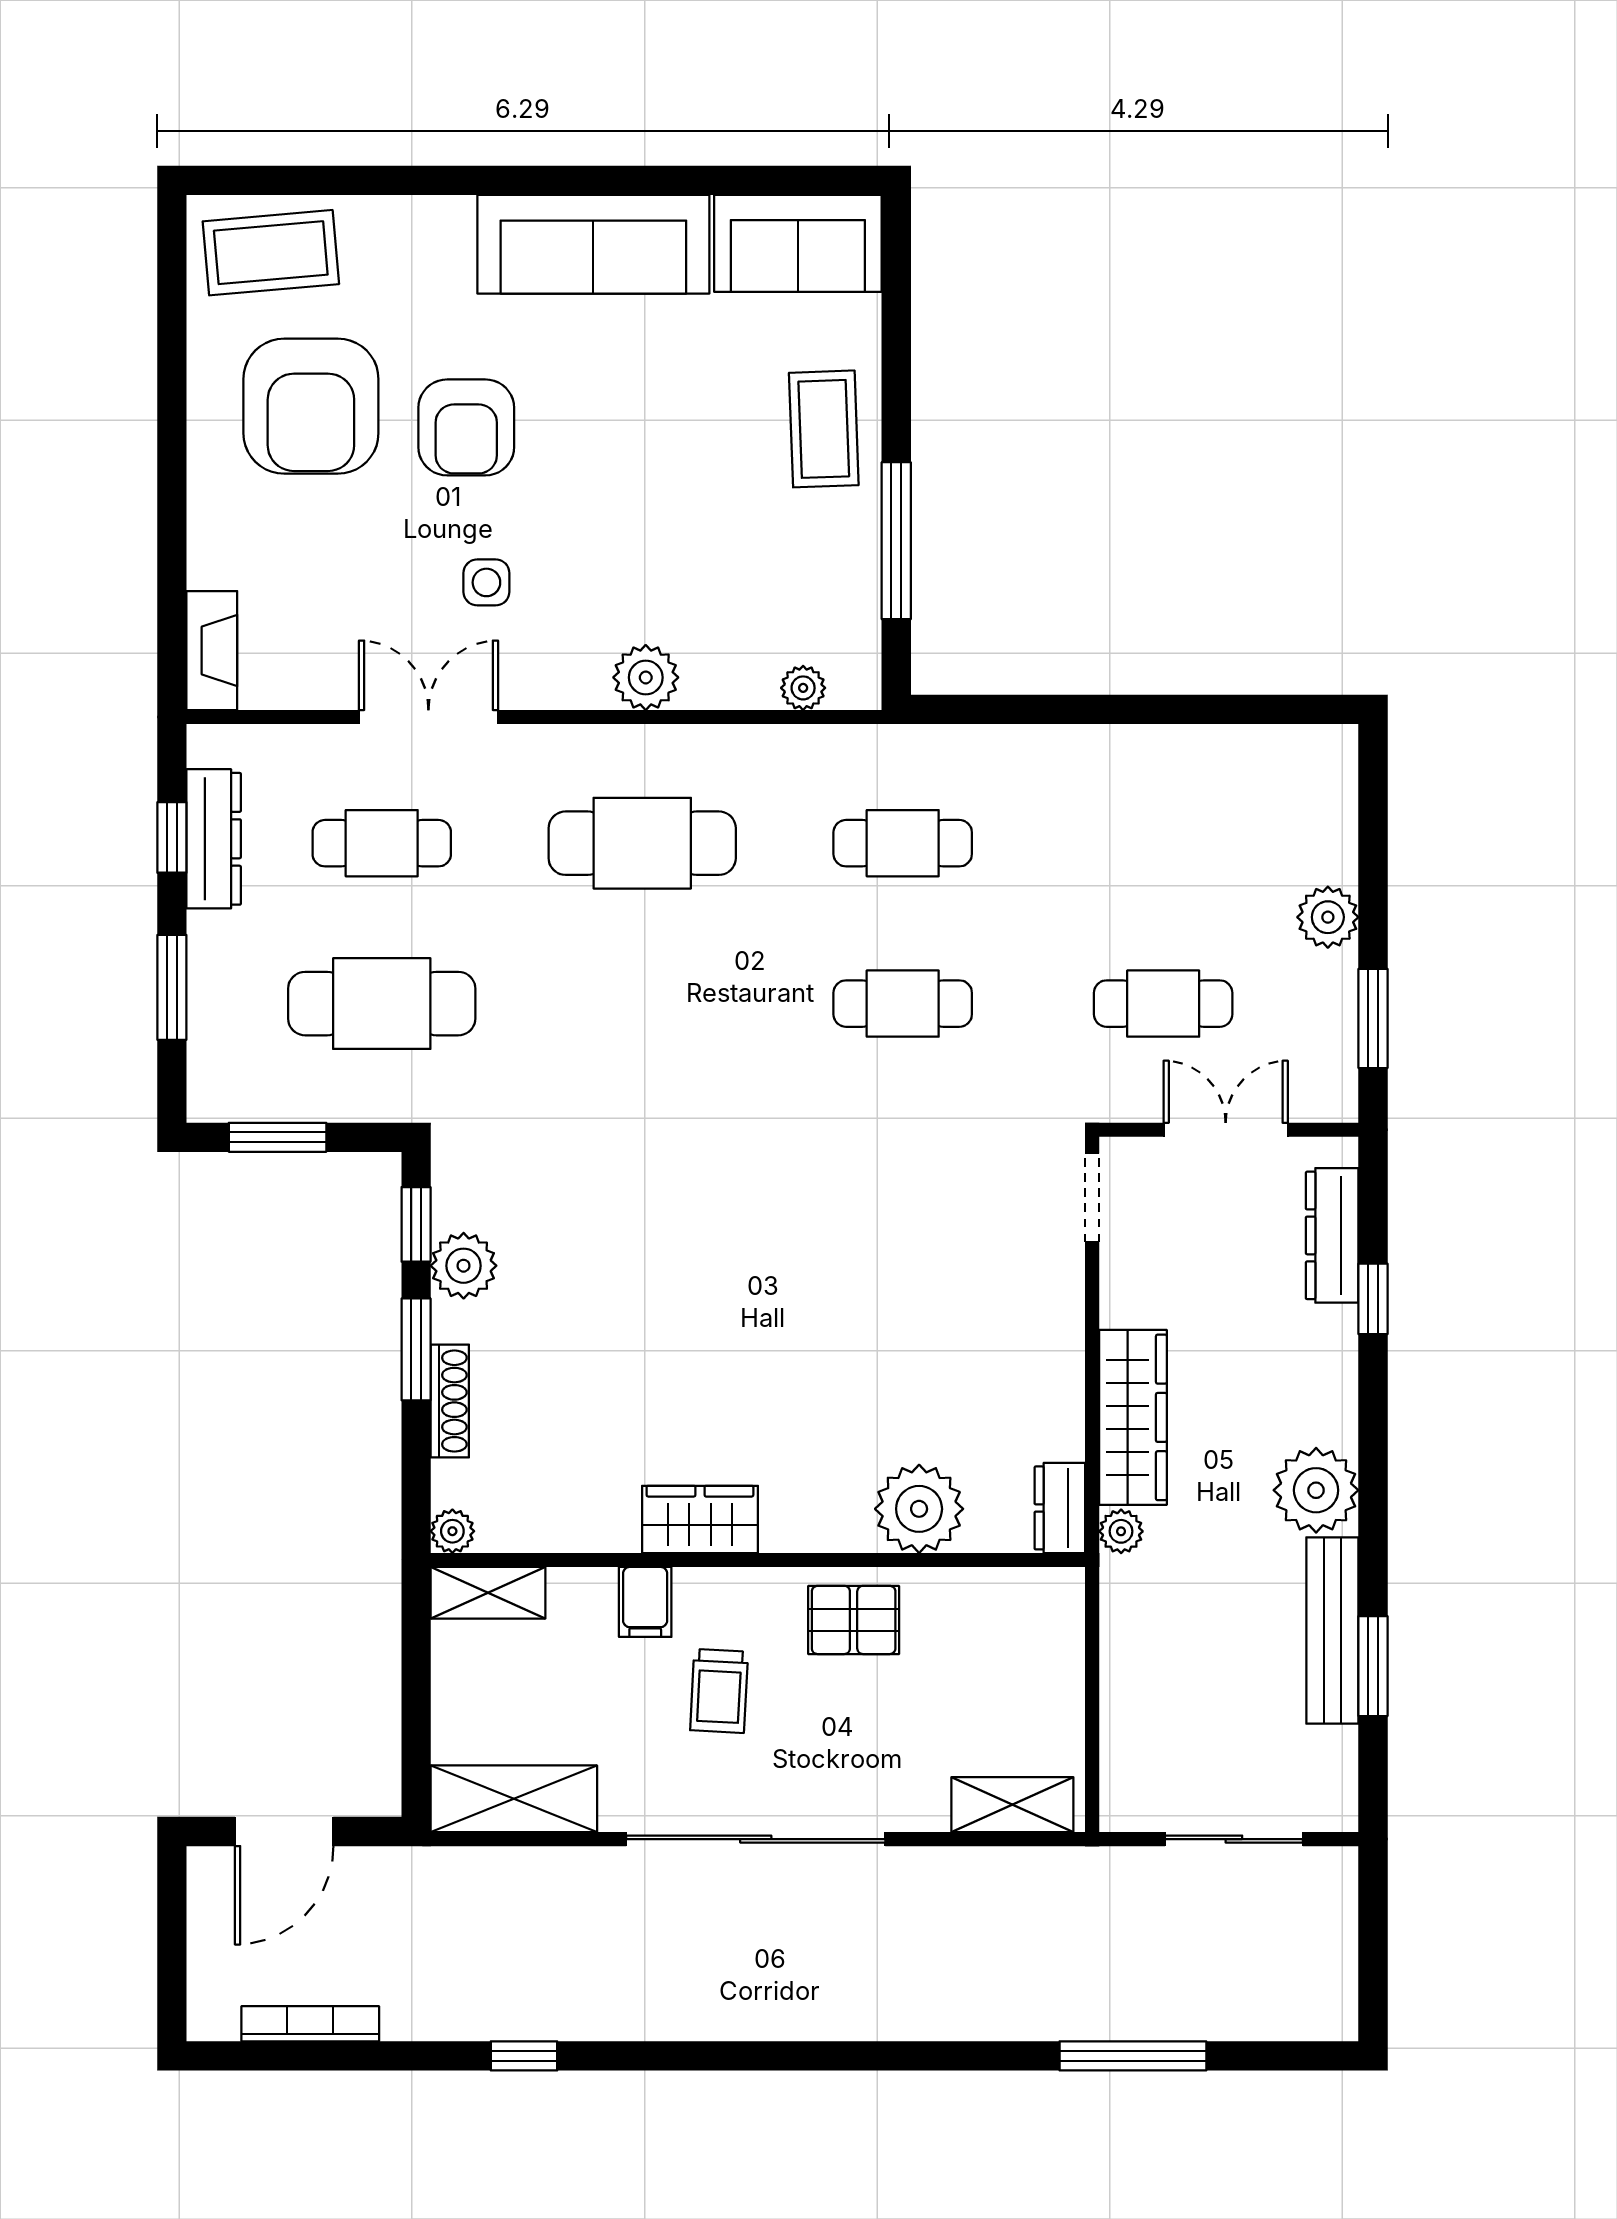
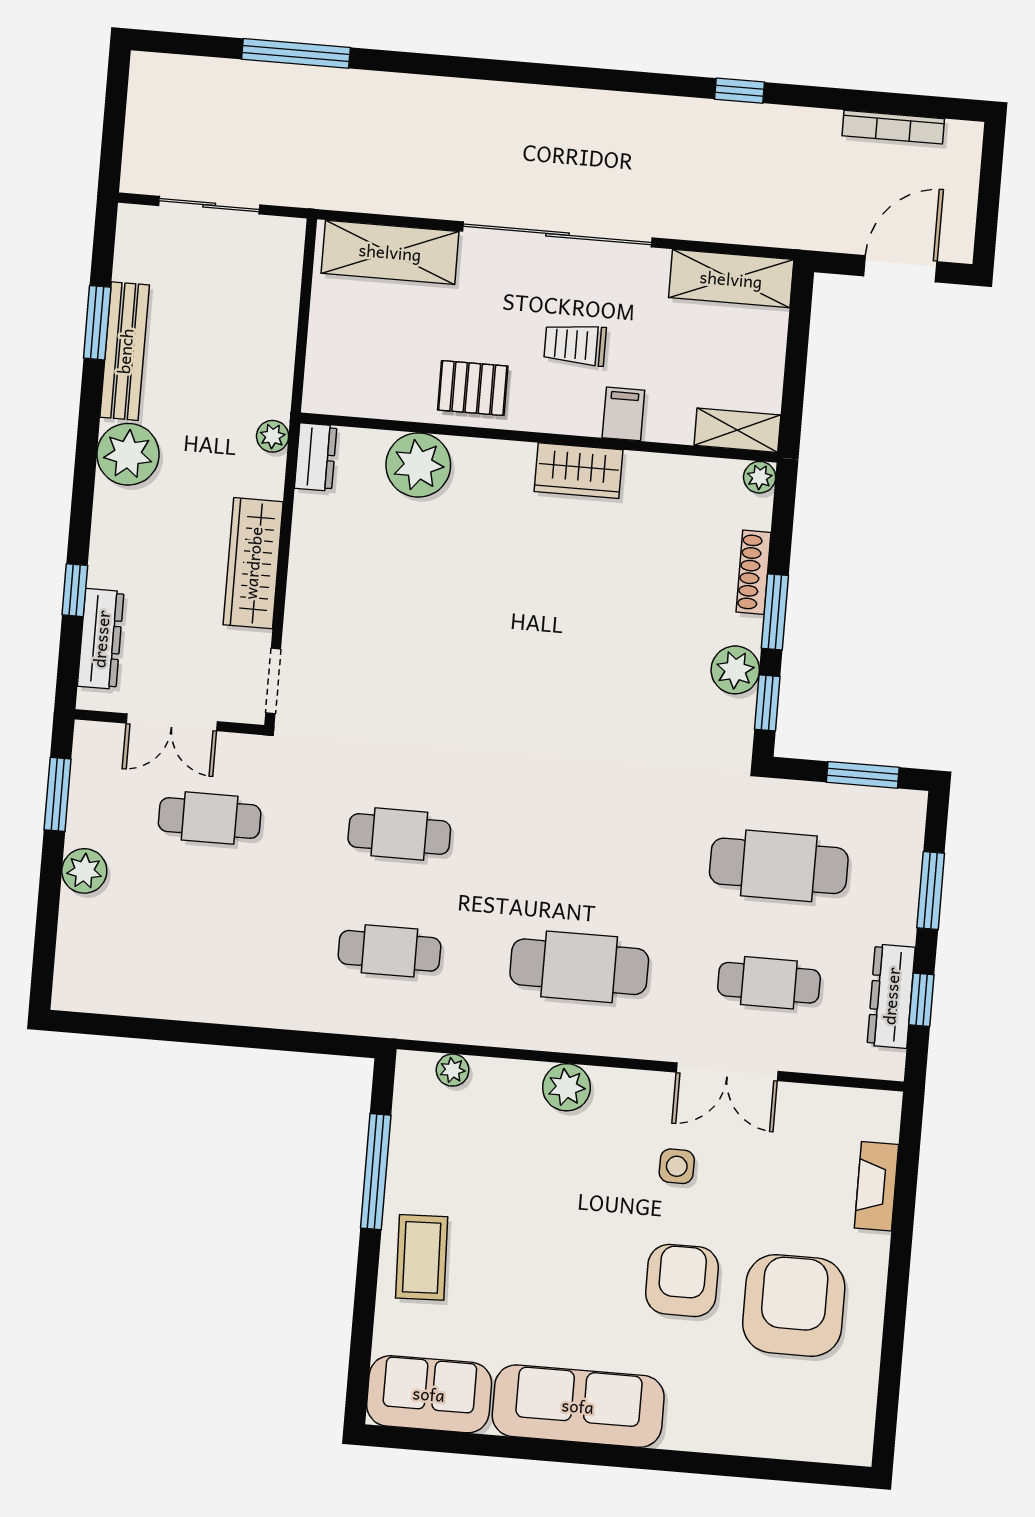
coffee table: (271, 253) -> (814, 1420), removed
fireplace: (212, 651) -> (877, 1186), moved
wardrobe: (1133, 1417) -> (253, 563), moved
trolley: (719, 1691) -> (575, 345), turned -93
shelving: (1012, 1805) -> (390, 252), width x1.50, depth x1.33

